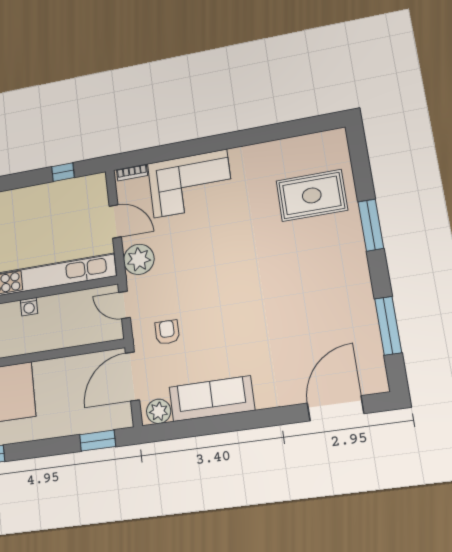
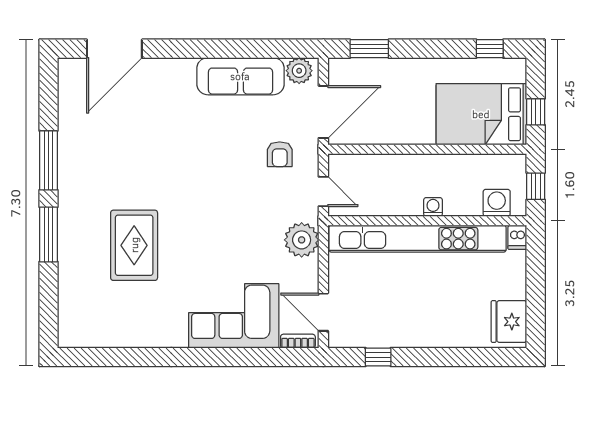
rug: (312, 195) -> (134, 245), moved, turned 90
door: (115, 221) -> (323, 312), moved
window: (388, 326) -> (48, 160), moved

